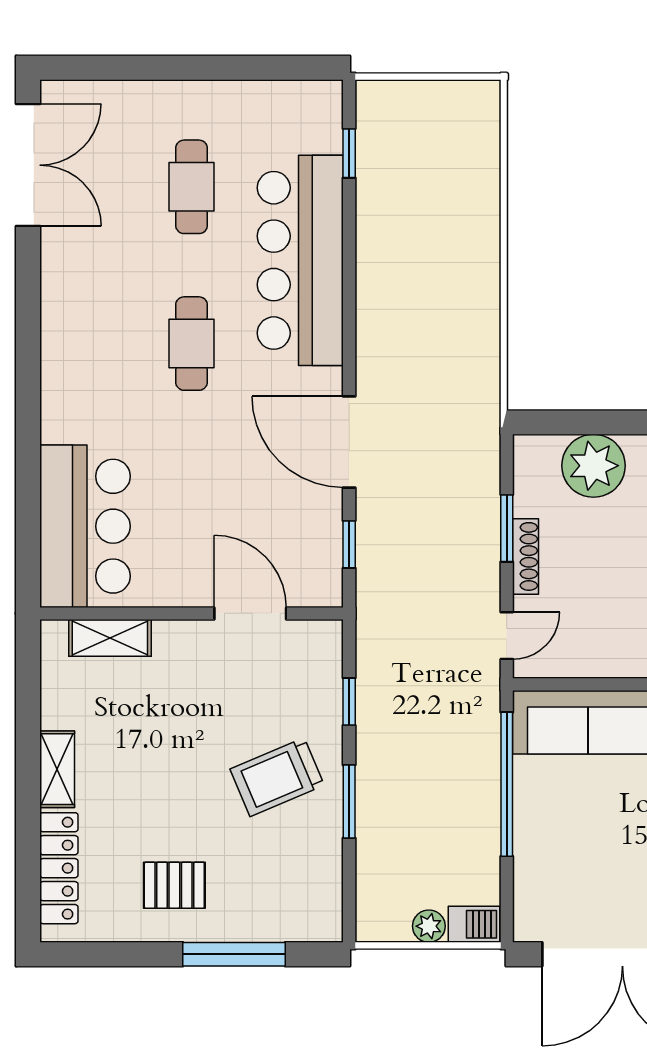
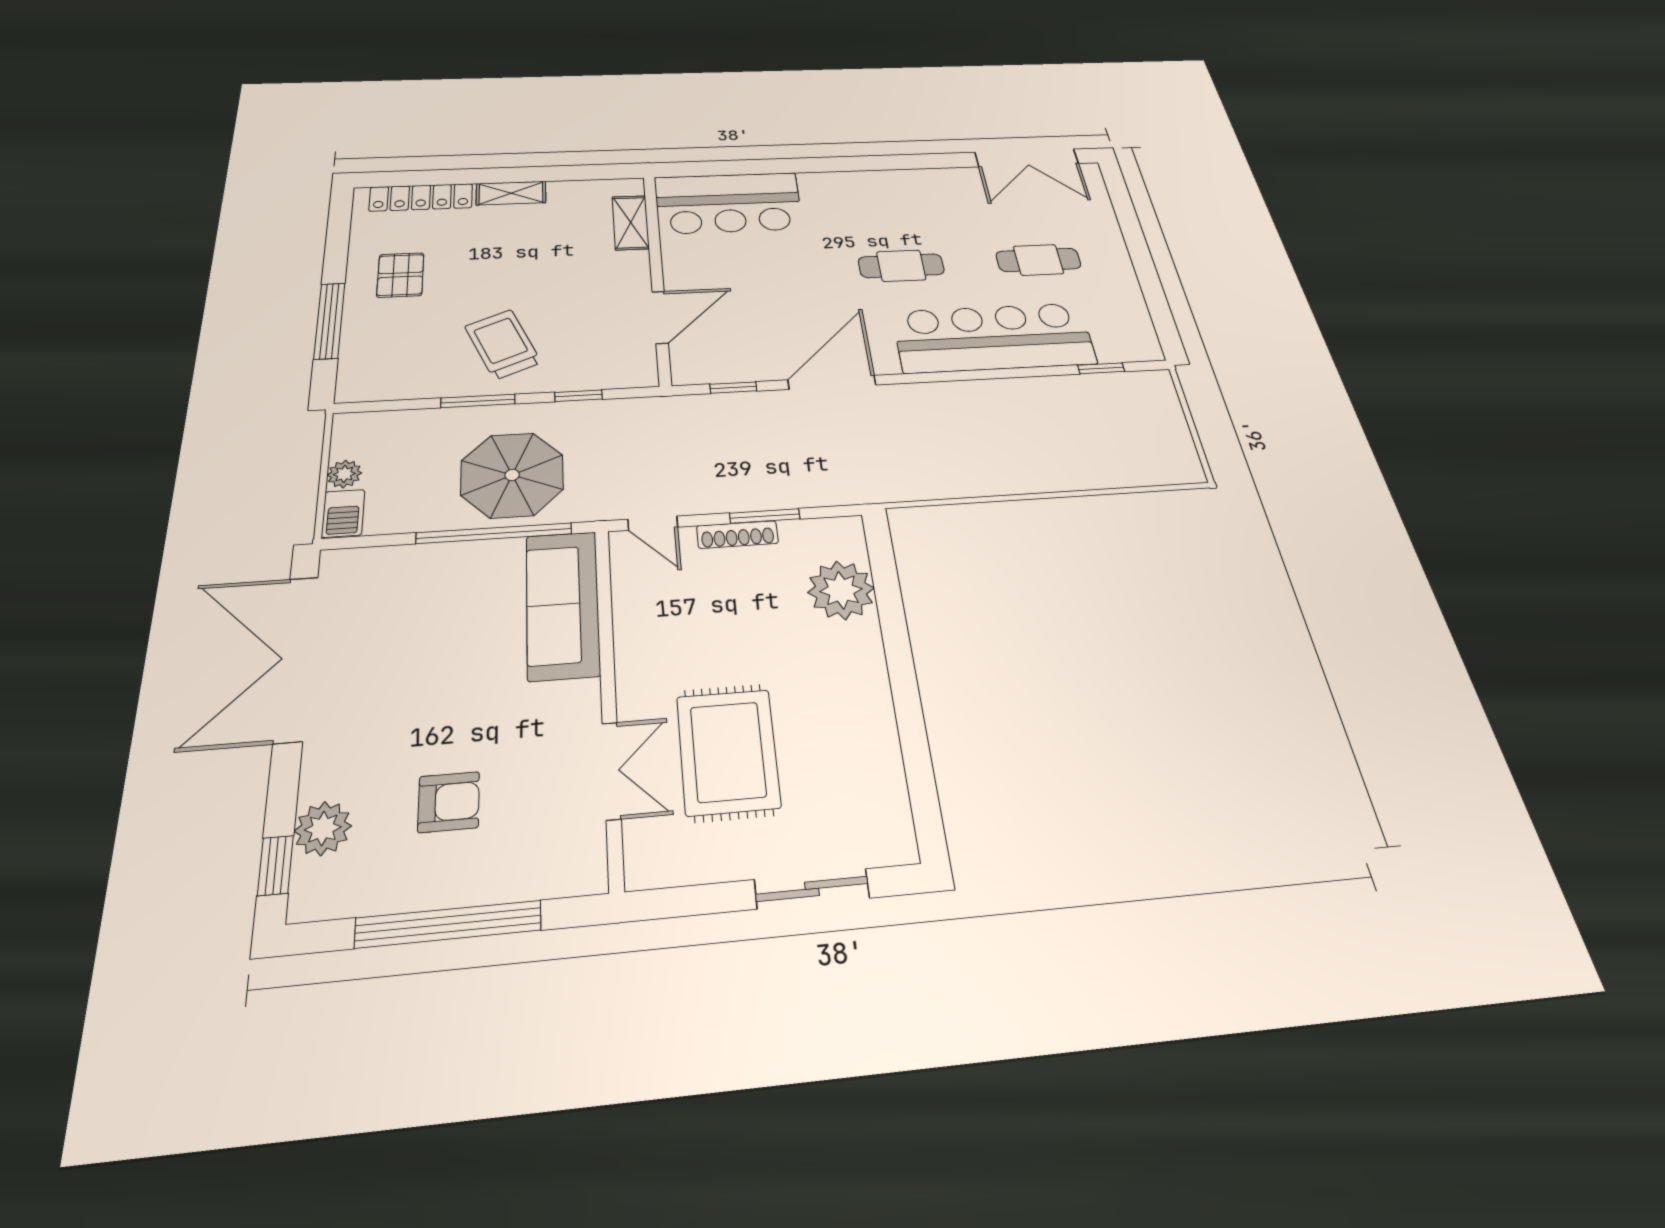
parasol: (441, 768) -> (512, 475), added

